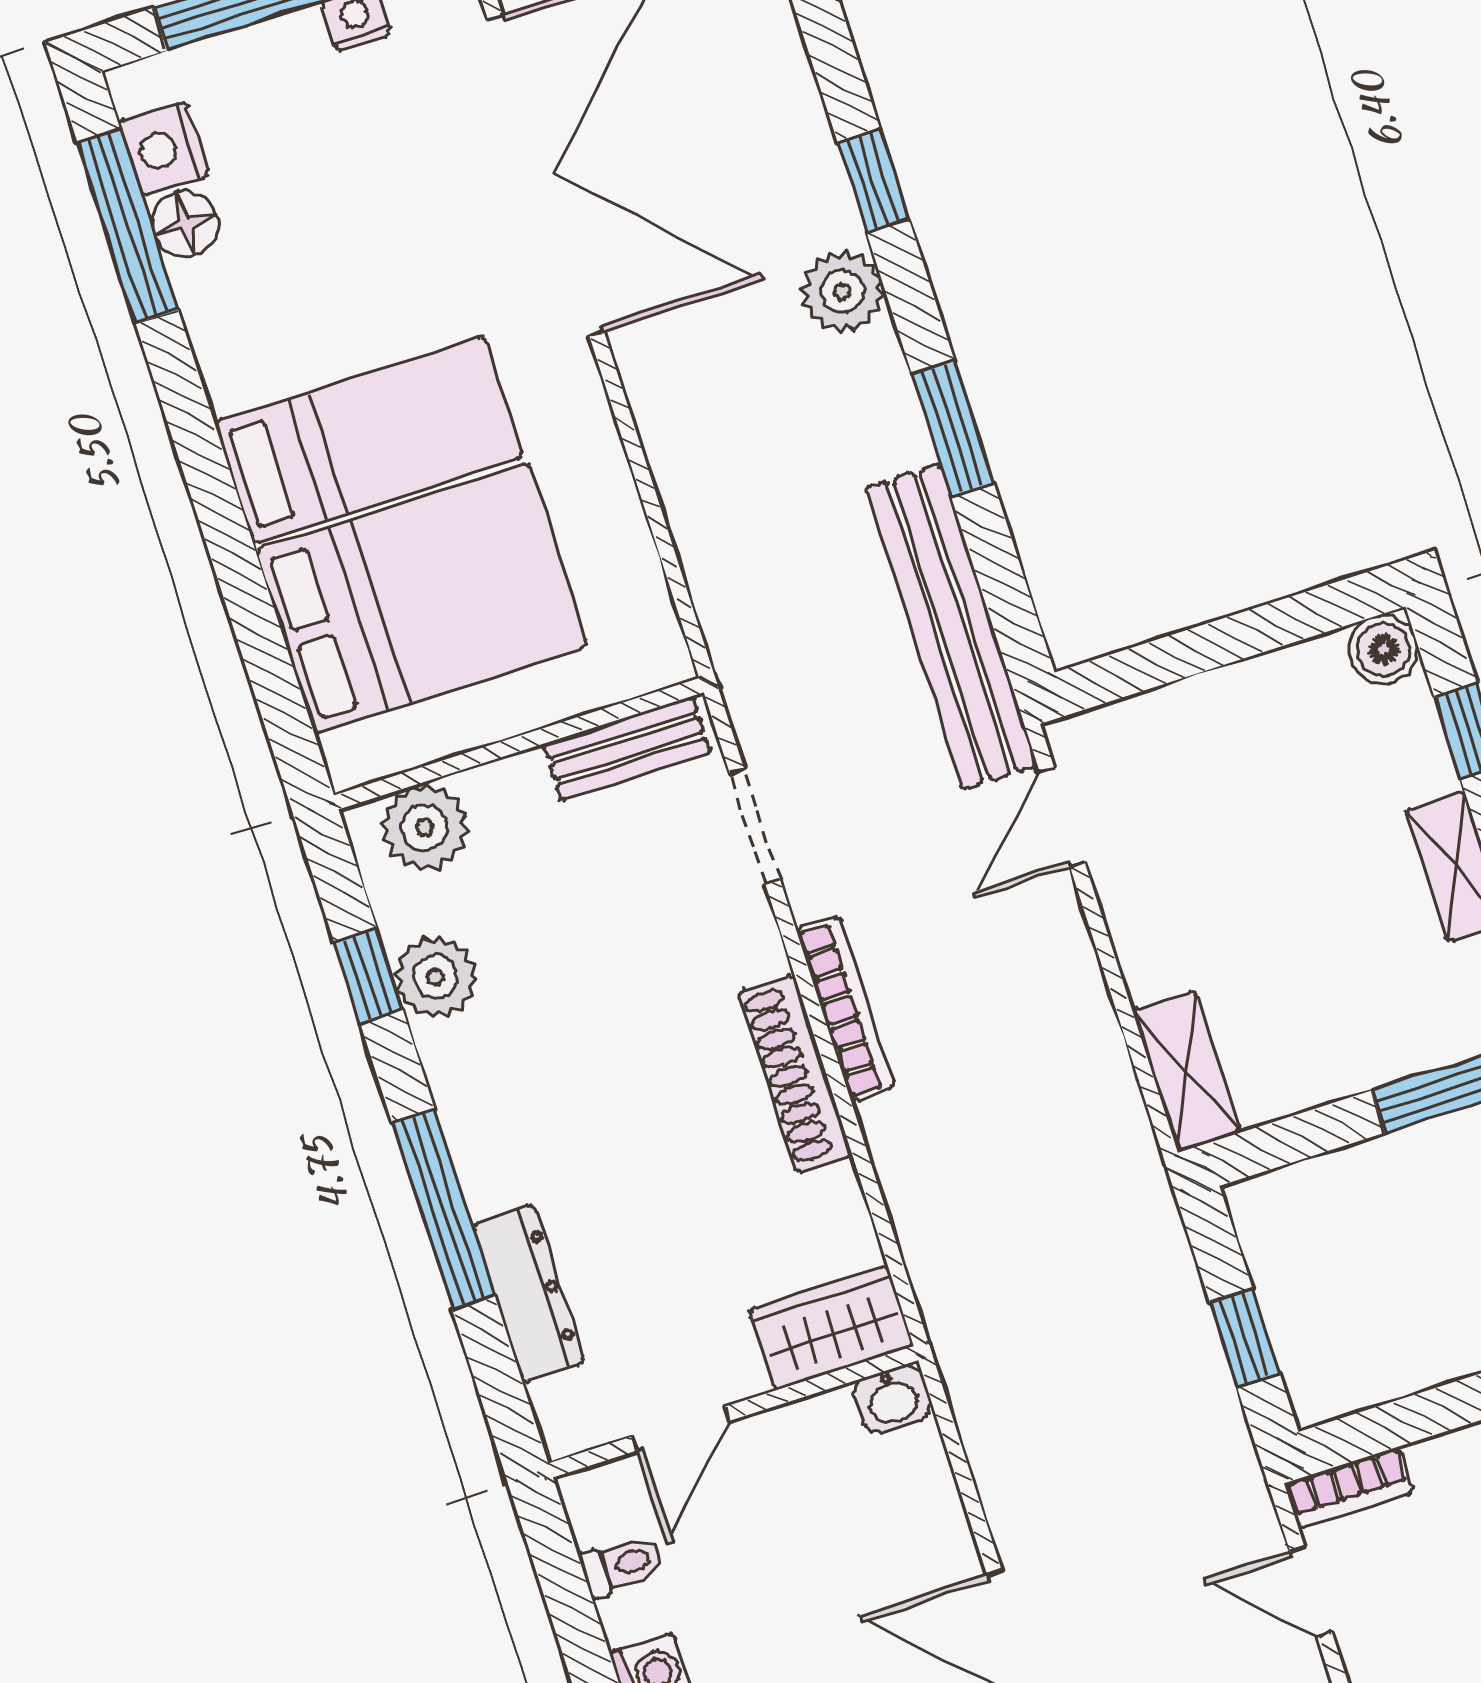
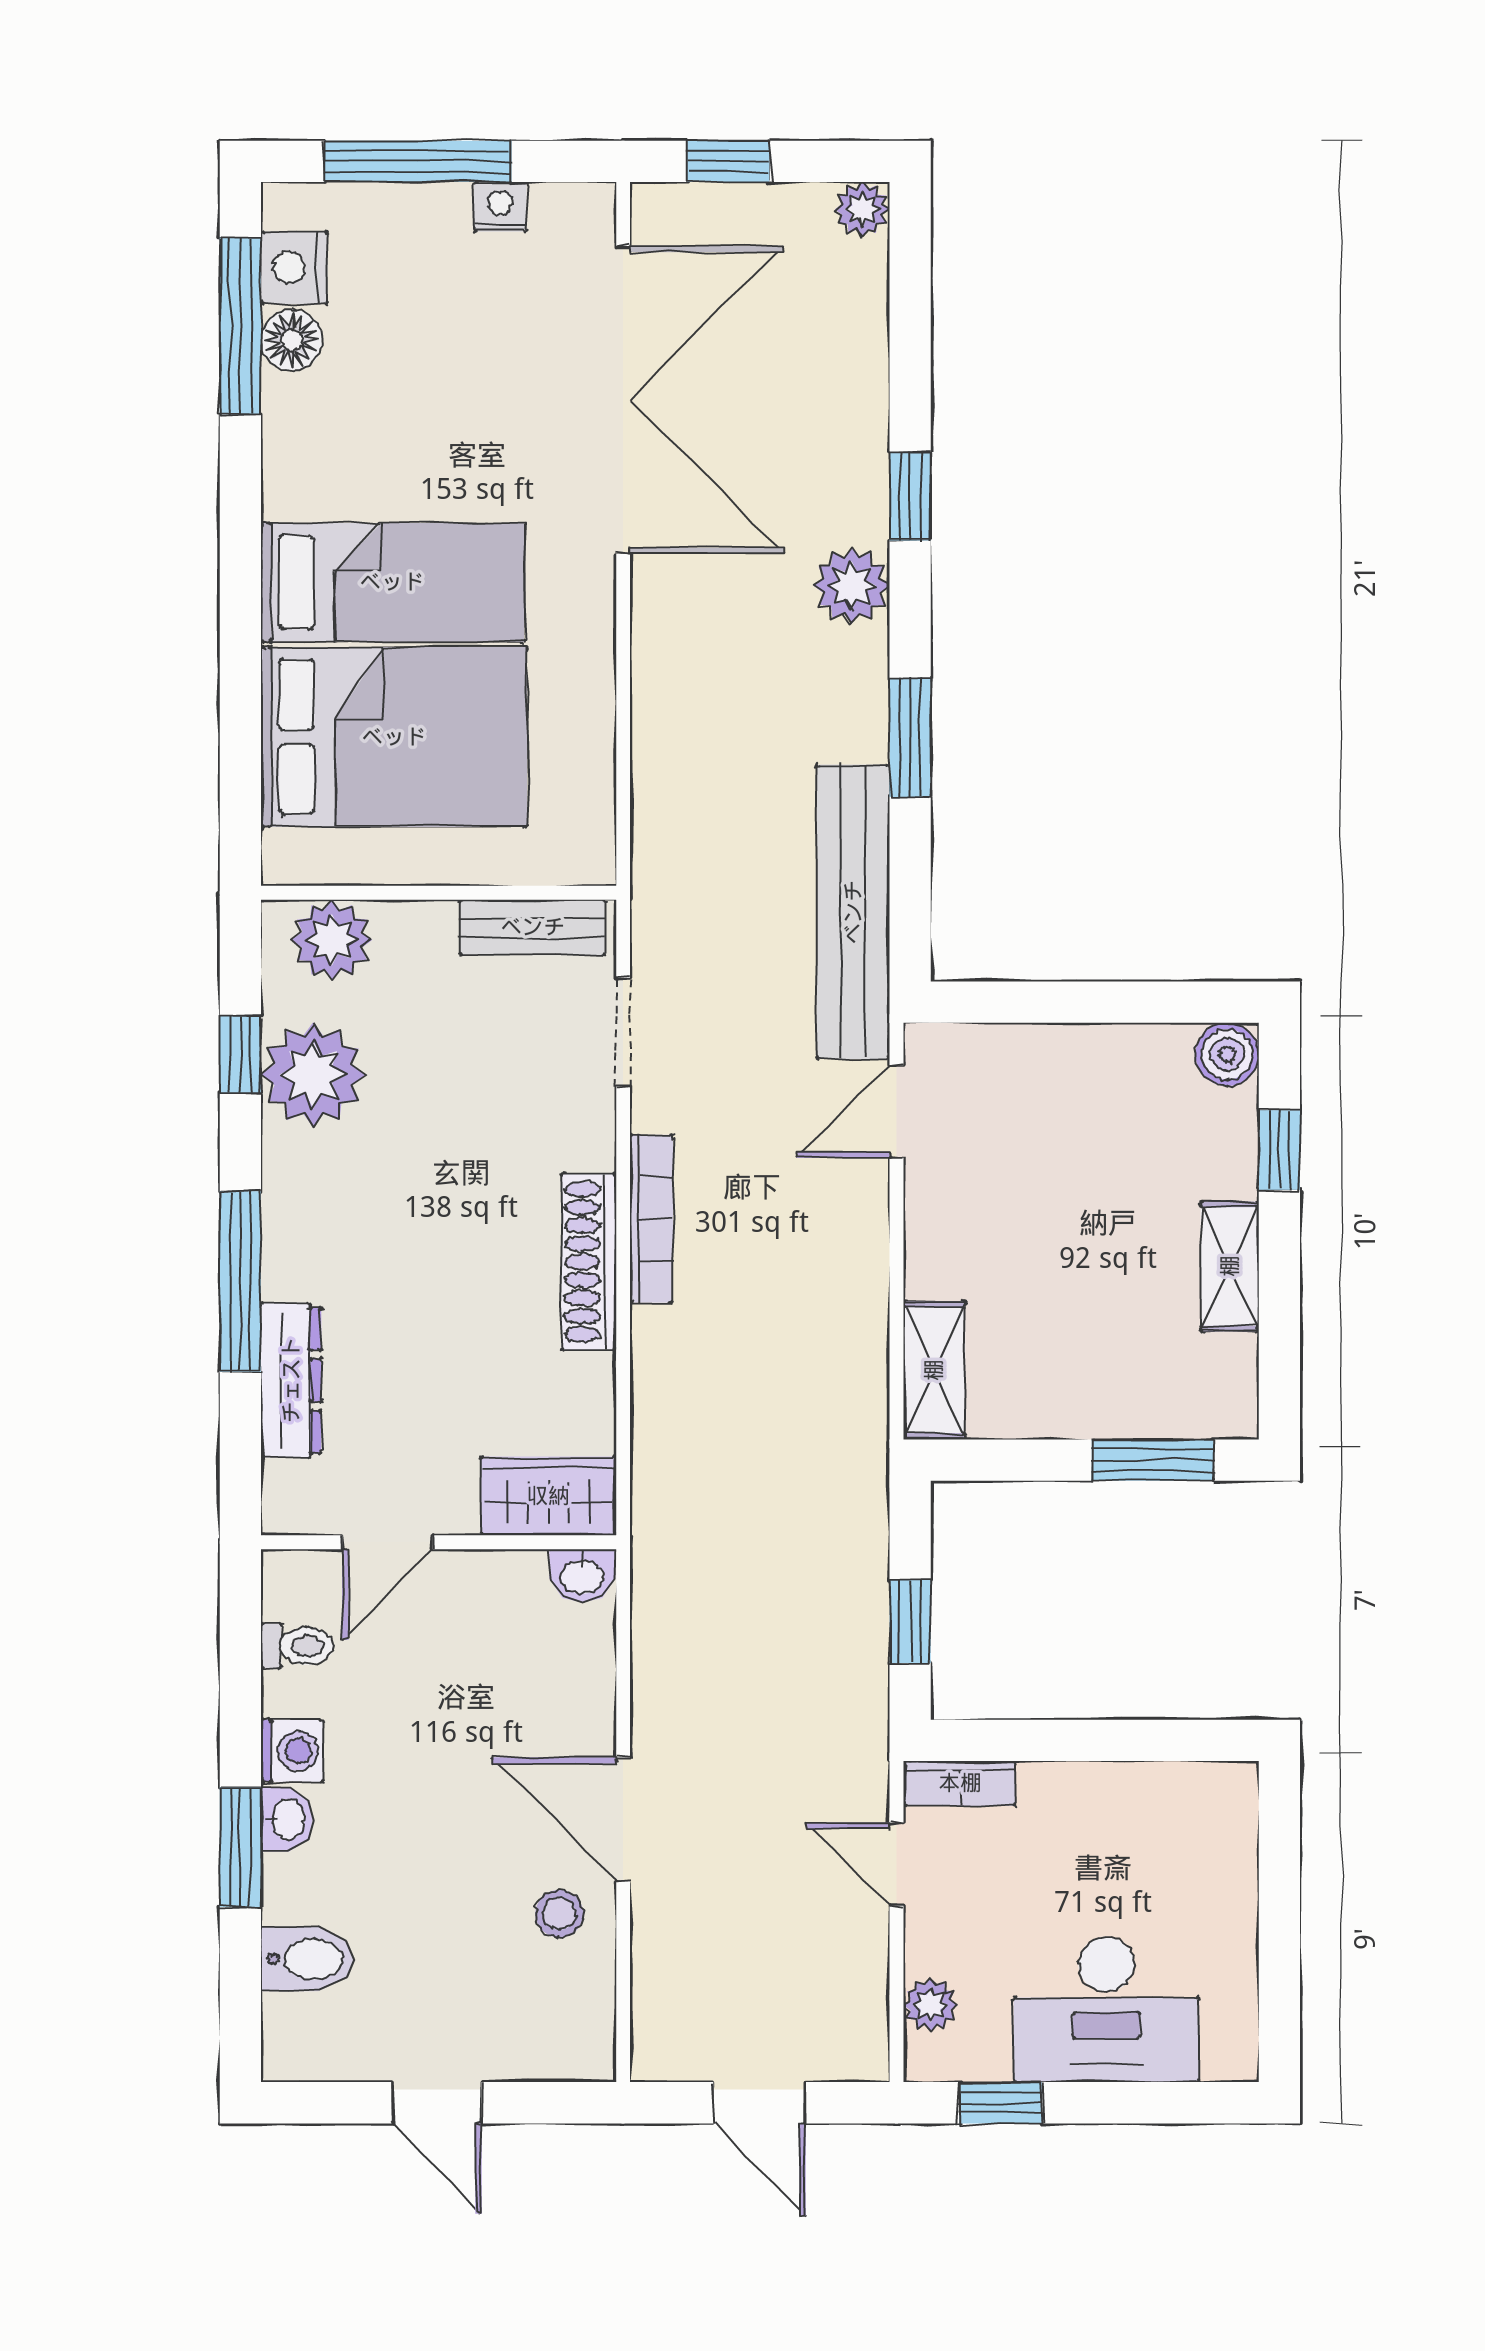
plant: (436, 977) -> (313, 1075), width x1.36, depth x1.36

